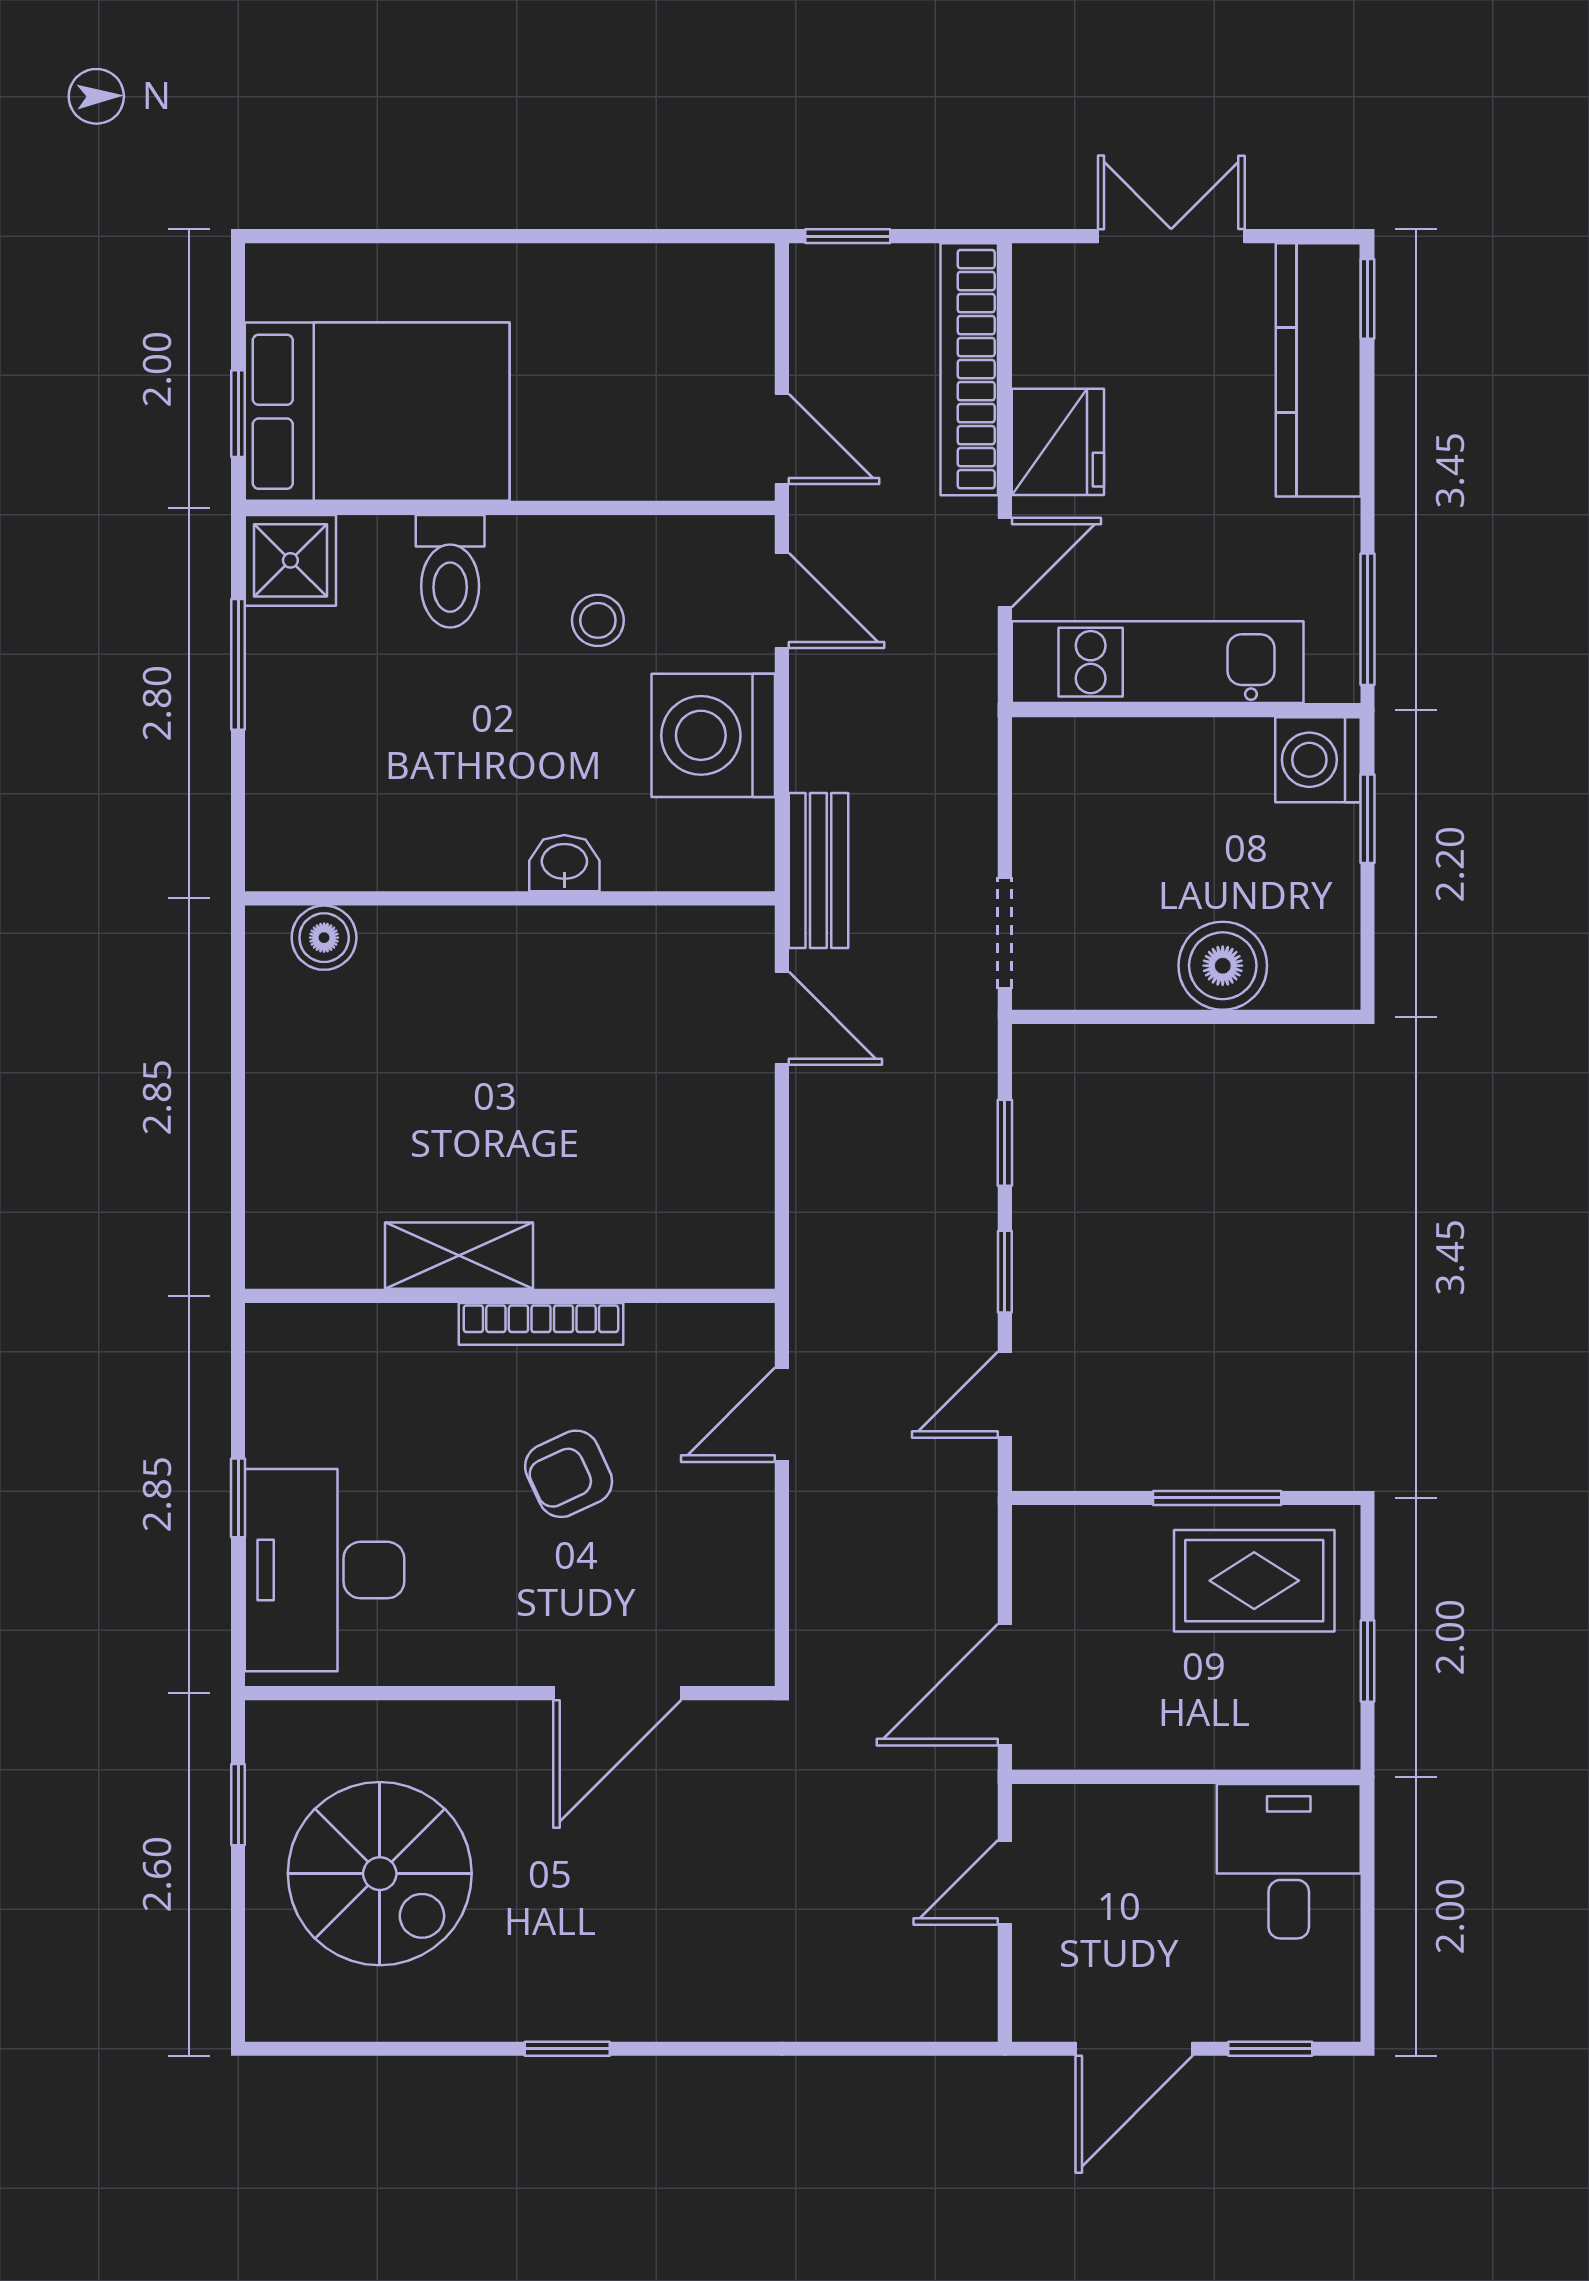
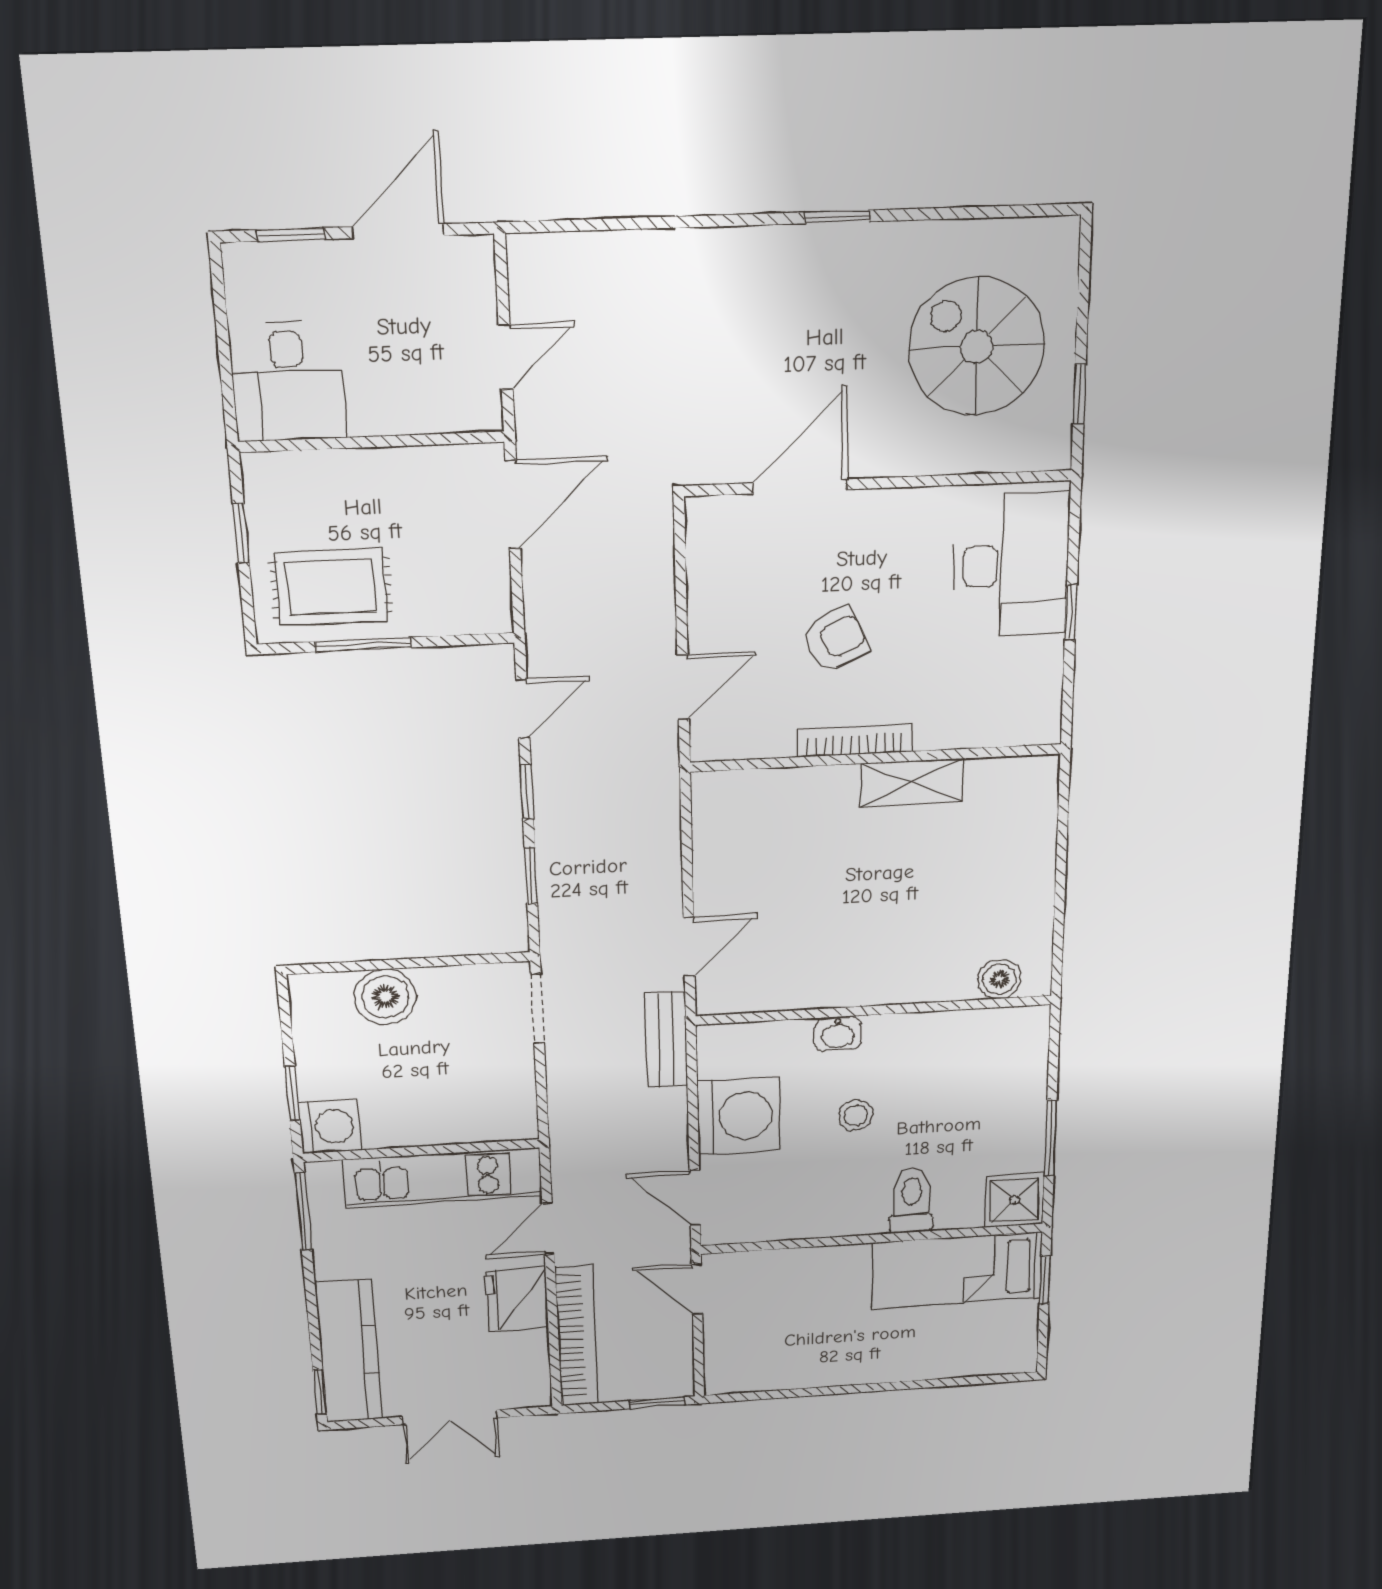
bed: (377, 412) -> (957, 1270), width x0.67
stool: (598, 620) -> (856, 1115), moved
door: (782, 1018) -> (689, 947), swing flipped

